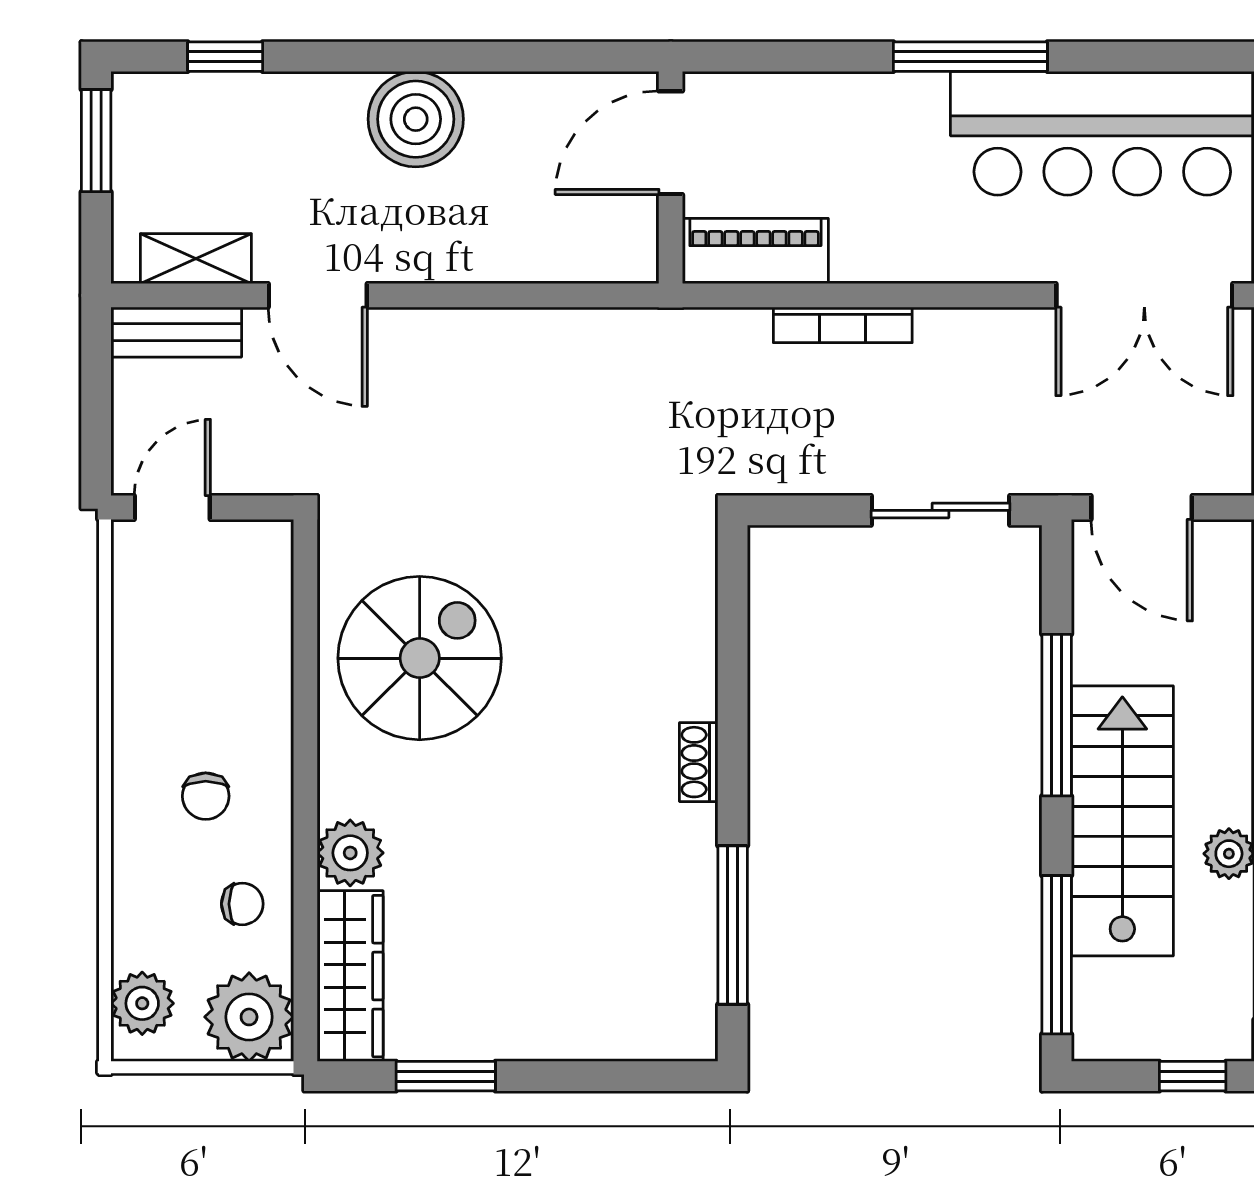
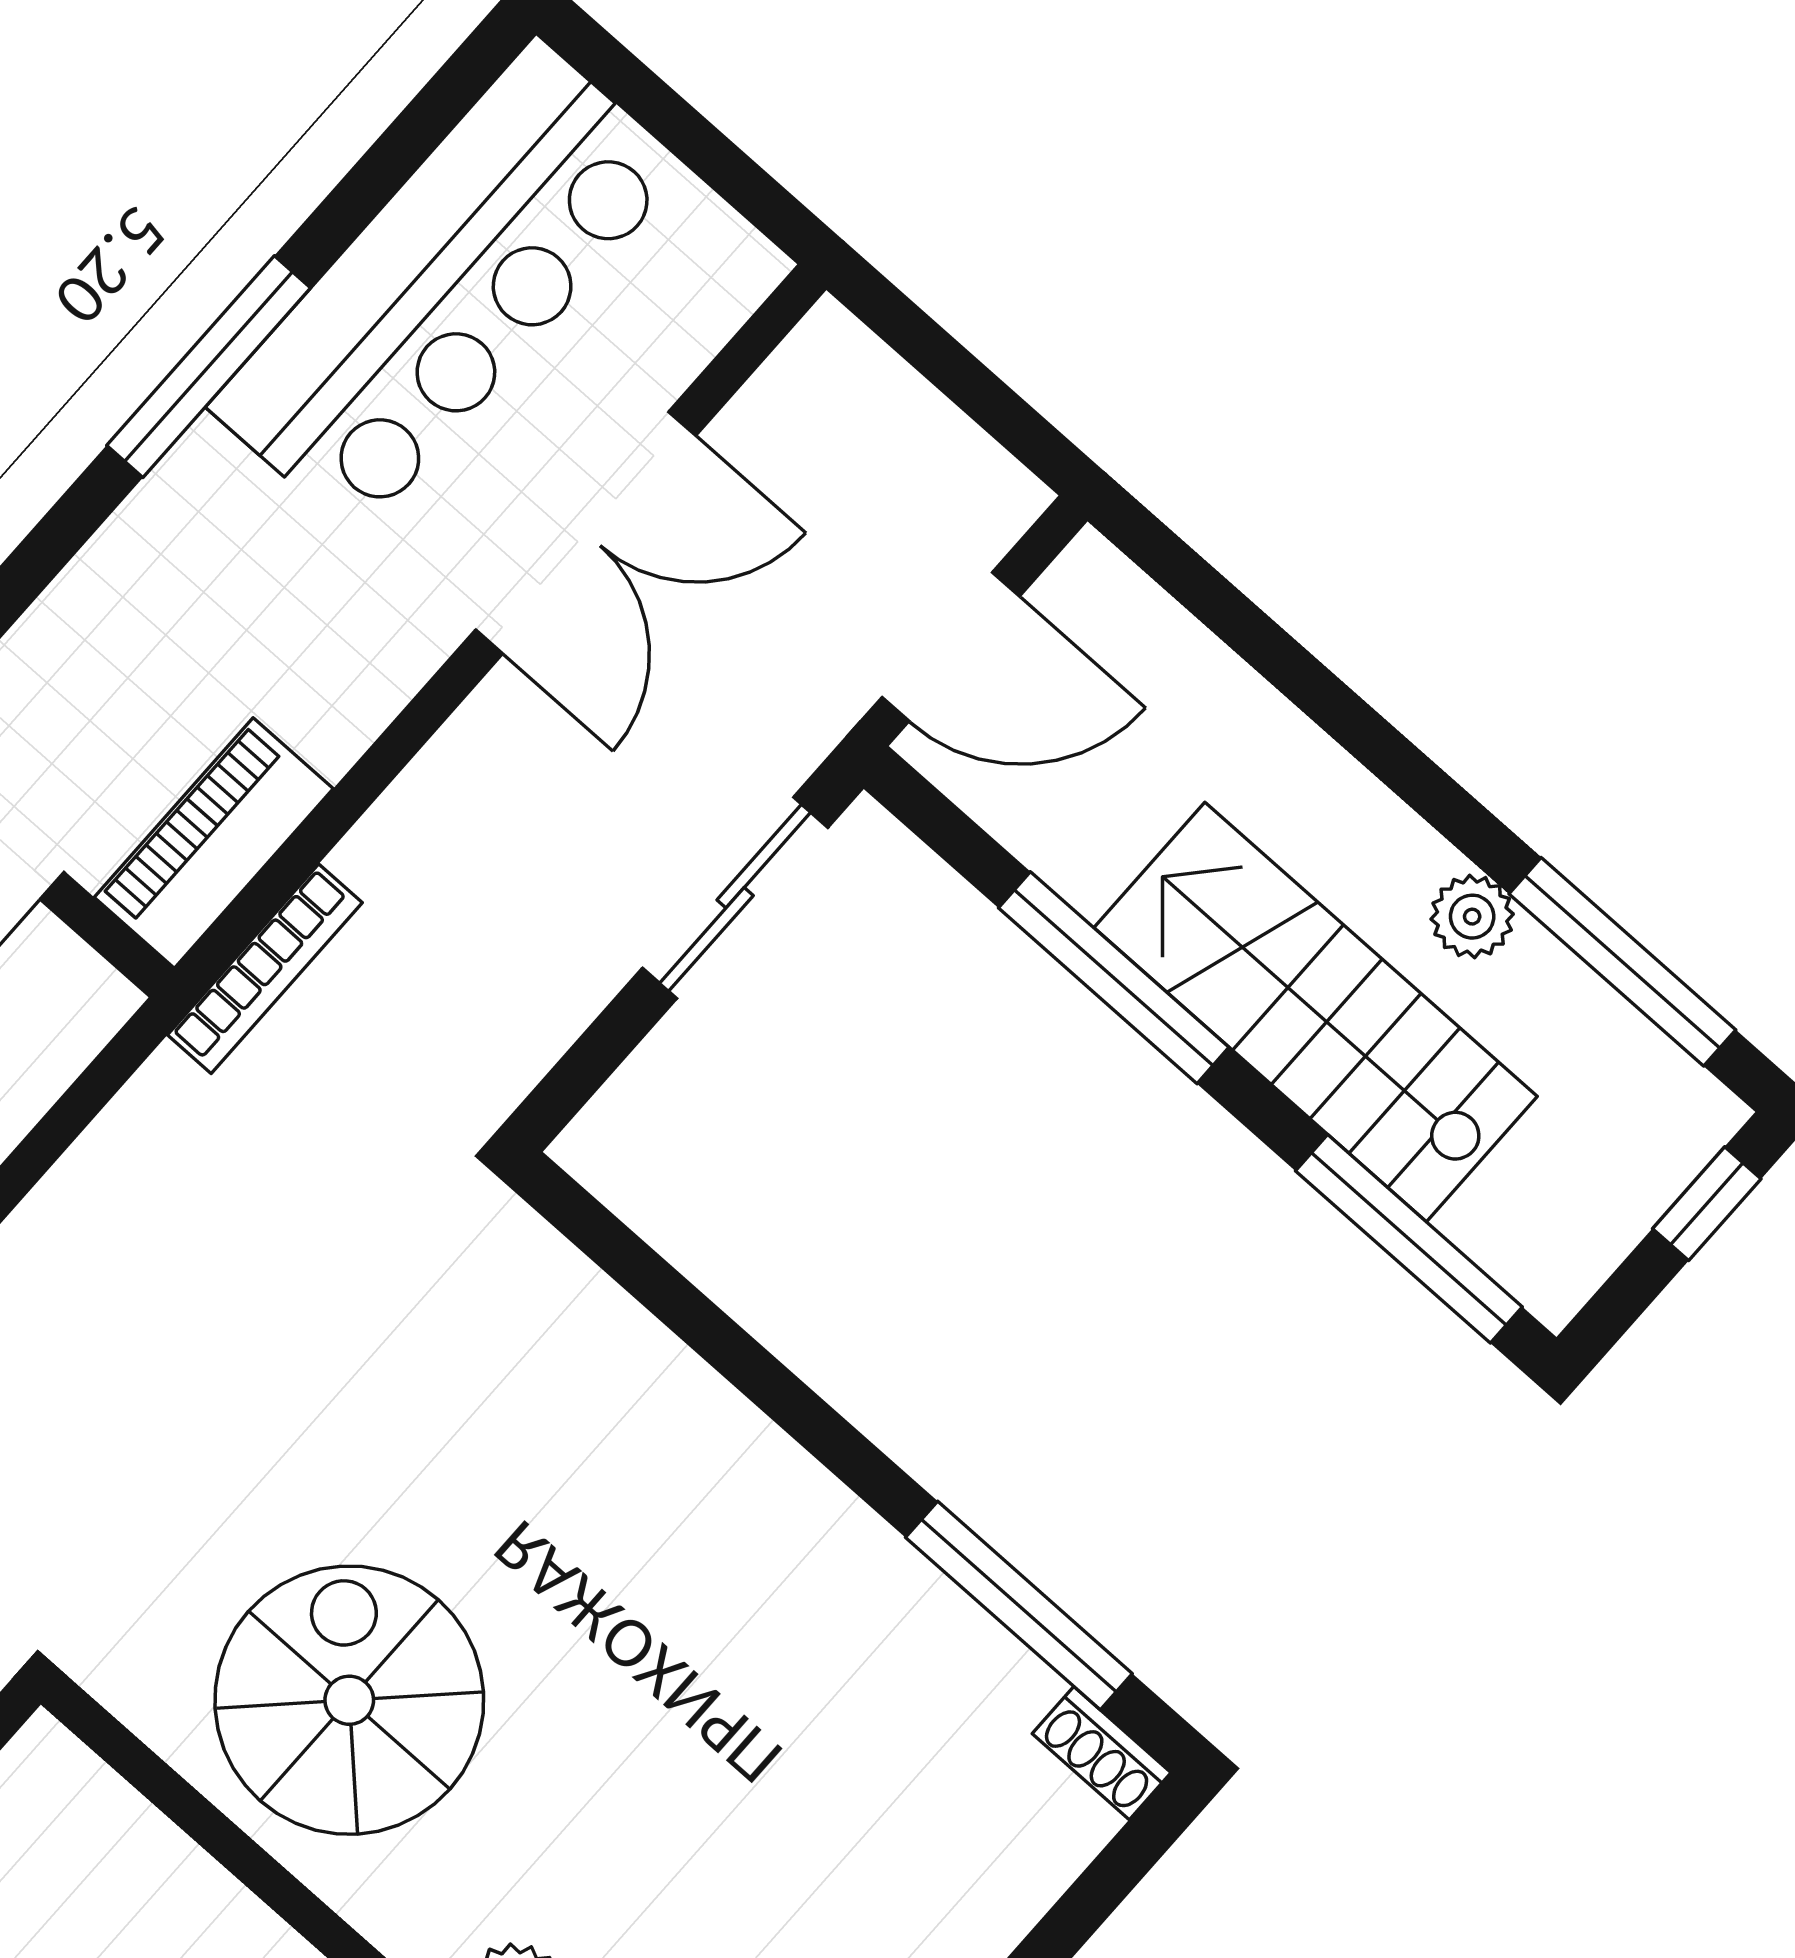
double door: (1144, 295) -> (586, 533), moved
bookcase: (843, 325) -> (265, 969), moved
shoe rack: (699, 762) -> (1102, 1753), moved

